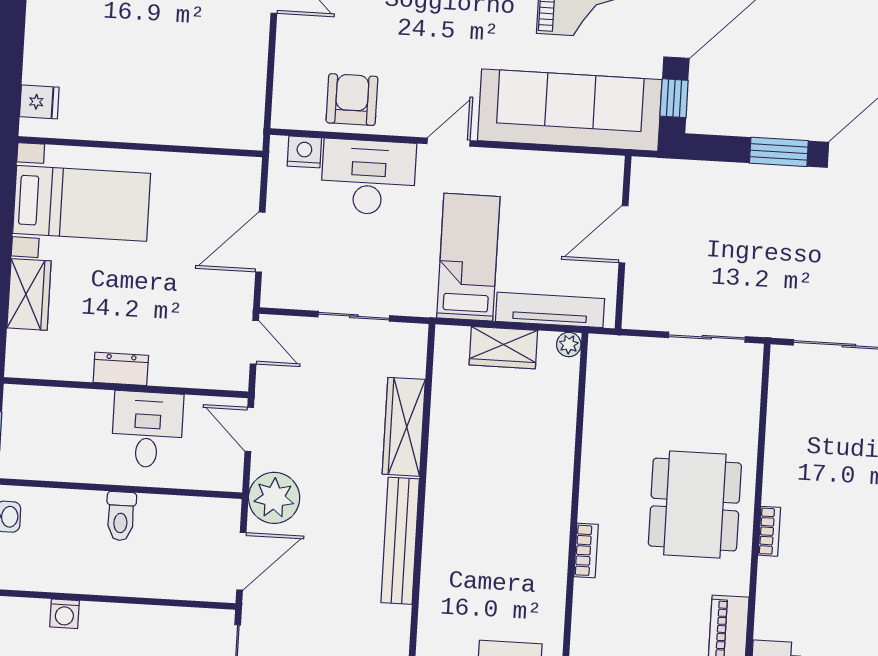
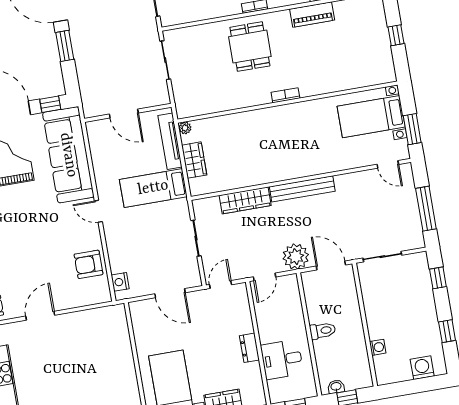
desk: (368, 177) -> (125, 247), removed
desk: (147, 430) -> (282, 359), moved
dining table: (695, 505) -> (250, 47), width x0.73

